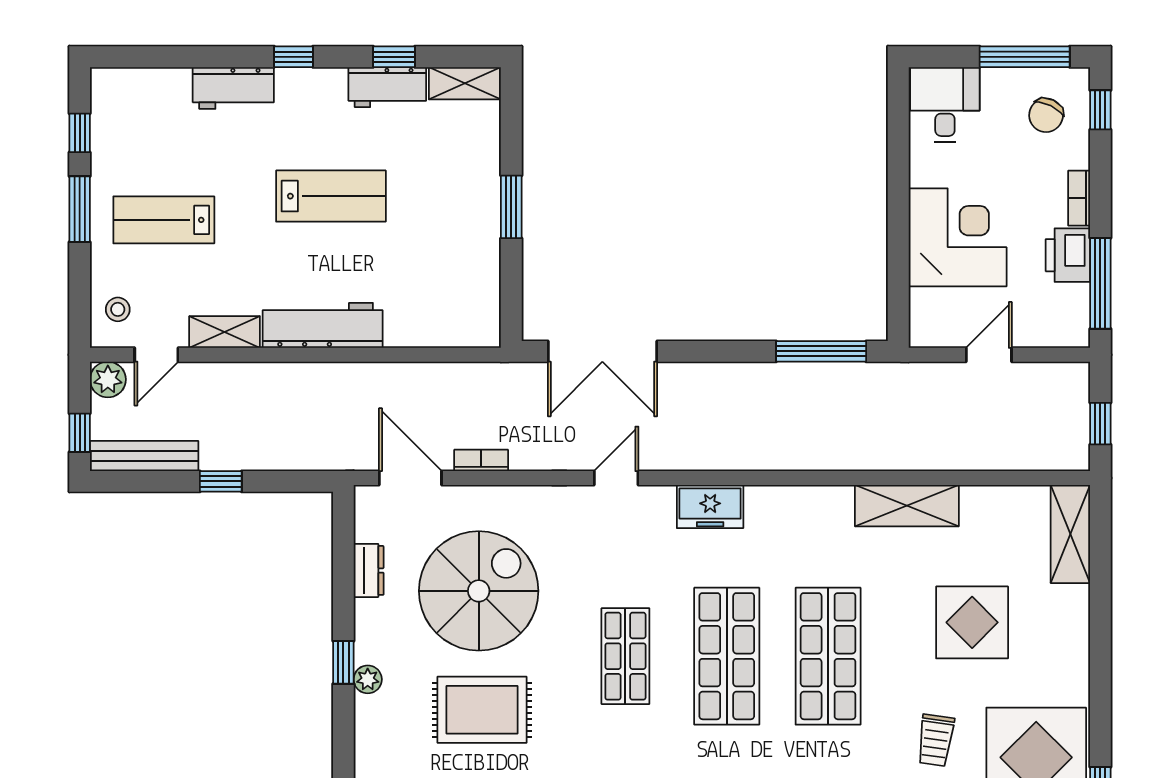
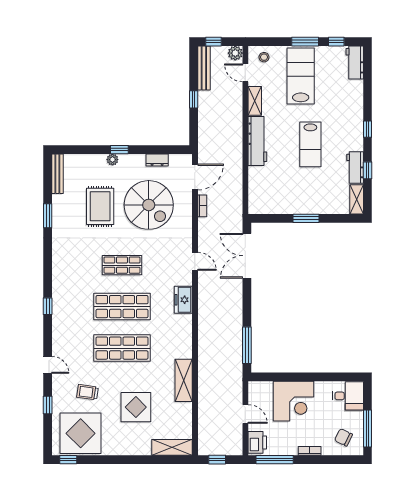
workbench: (233, 88) -> (355, 62), moved
window: (1100, 110) -> (346, 460), removed
lab bench: (164, 220) -> (301, 76), width x1.36, depth x1.39
printer: (1068, 255) -> (257, 442), moved, turned 90

